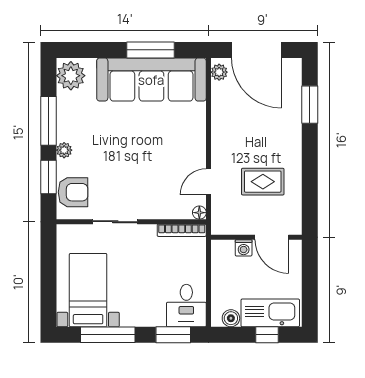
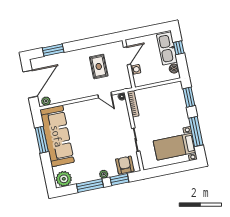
desk: (186, 306) -> (172, 93), removed

